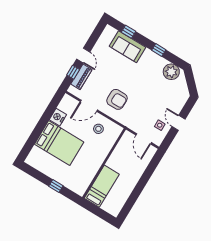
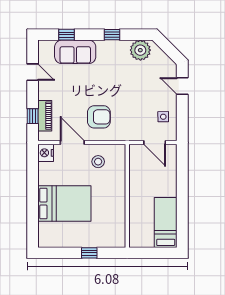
door: (83, 55) -> (33, 72), moved
door: (89, 106) -> (72, 142), swing flipped
nightstand: (58, 117) -> (46, 153), moved
door: (178, 123) -> (182, 86), moved
bed: (102, 186) -> (166, 223), moved

